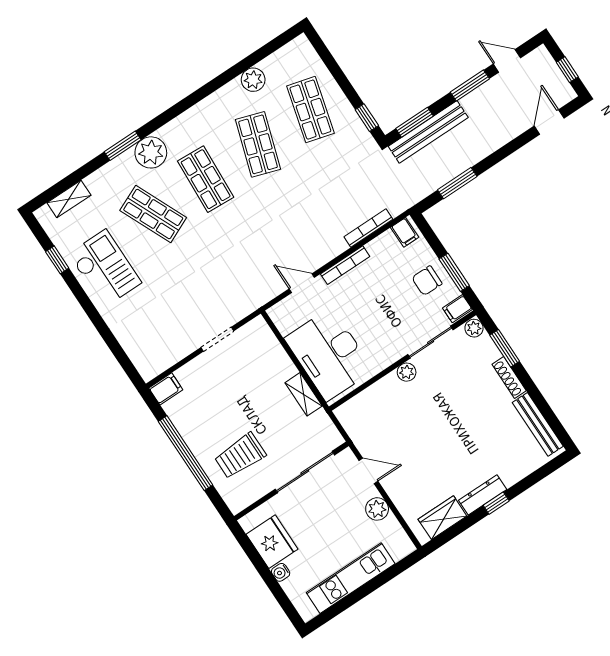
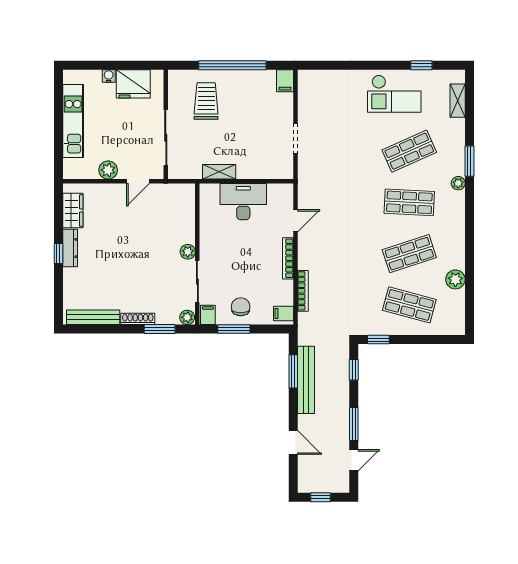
window: (415, 122) -> (354, 370), width x0.67
door: (549, 122) -> (293, 442), moved
bench: (428, 132) -> (306, 380), moved
shop shelf: (258, 144) -> (409, 254), turned -36
plant: (151, 152) -> (458, 183), width x0.53, depth x0.53
desk: (329, 354) -> (243, 202), width x0.73, depth x0.77

